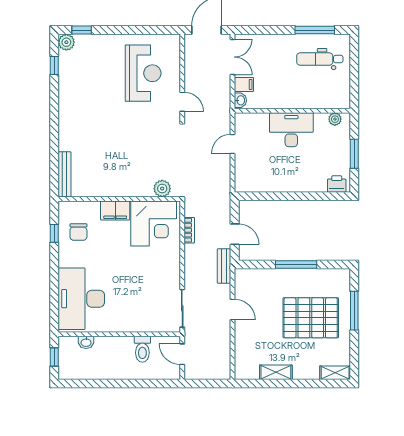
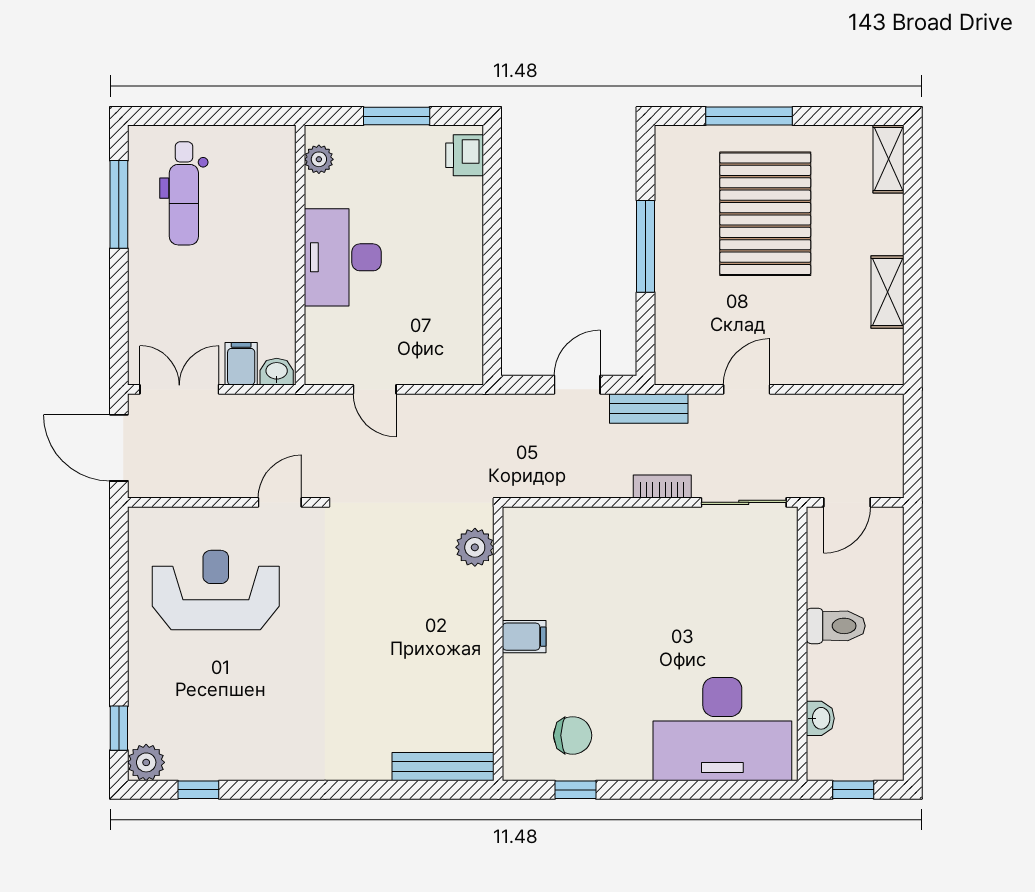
filing cabinet: (115, 210) -> (524, 637), width x0.50
corner desk: (154, 223) -> (553, 567), removed
bookcase: (189, 230) -> (662, 487), moved
toilet: (142, 349) -> (836, 626), moved

